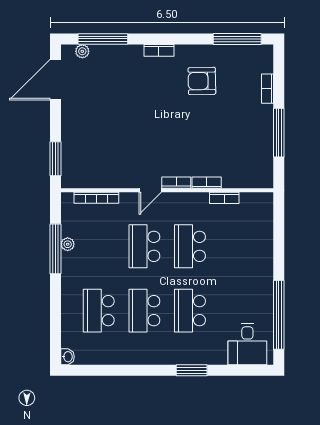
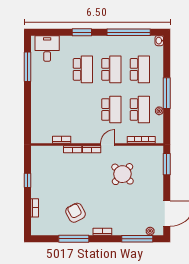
window: (237, 39) -> (74, 239), moved
armchair: (202, 81) -> (75, 213), turned -117
window: (279, 133) -> (28, 180), width x0.46
round table: (127, 143) -> (122, 174), added
school desk: (190, 246) -> (140, 110), moved
window: (56, 249) -> (167, 93), moved
window: (279, 315) -> (28, 67), width x0.68
window: (117, 370) -> (129, 32), added

